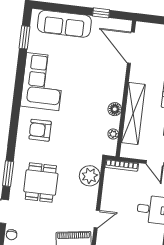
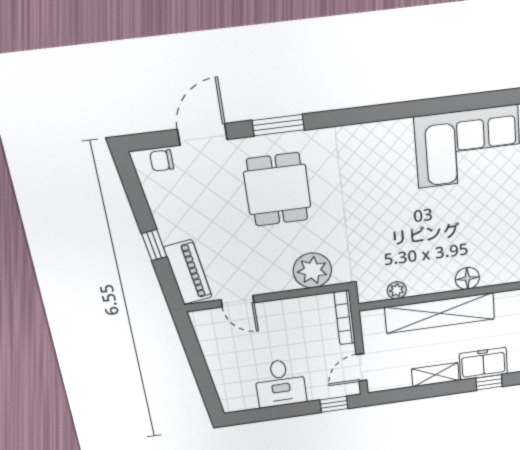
floor lamp: (115, 109) -> (467, 278), moved
armchair: (40, 130) -> (376, 164), removed
dining table: (41, 183) -> (277, 190), turned 90

